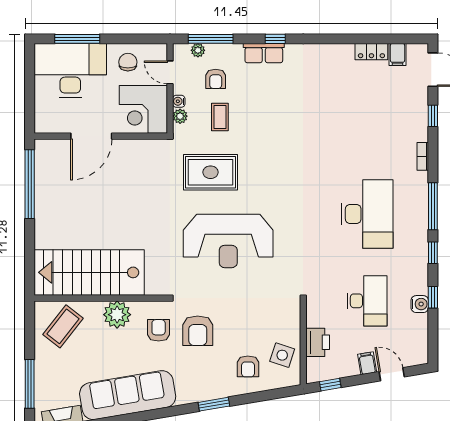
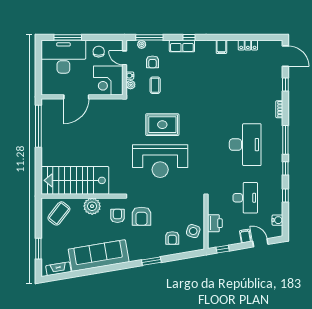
filing cabinet: (398, 54) -> (221, 47), moved
rug: (211, 172) -> (162, 125), moved
water cooler: (420, 304) -> (277, 220), moved
window: (30, 384) -> (38, 249), width x0.69

